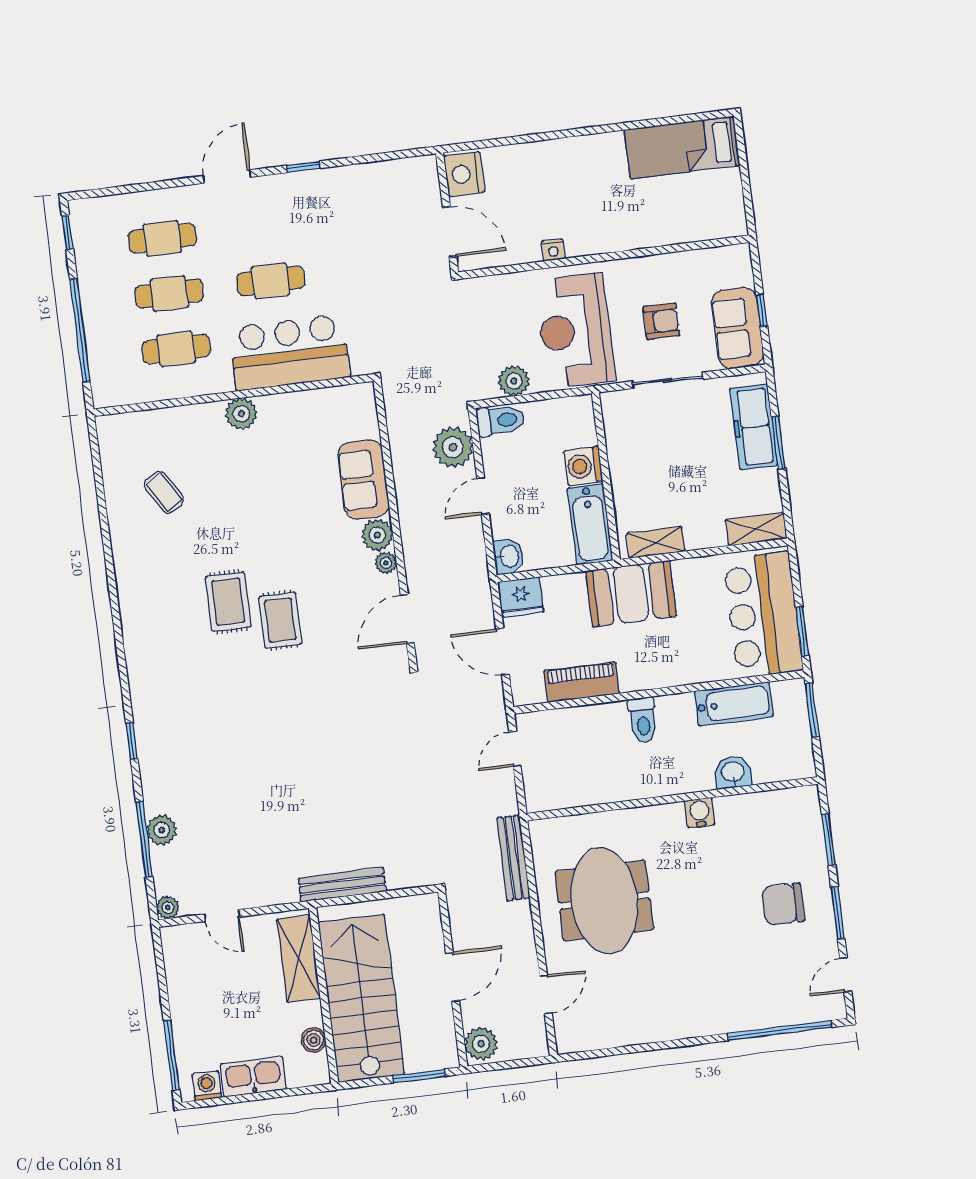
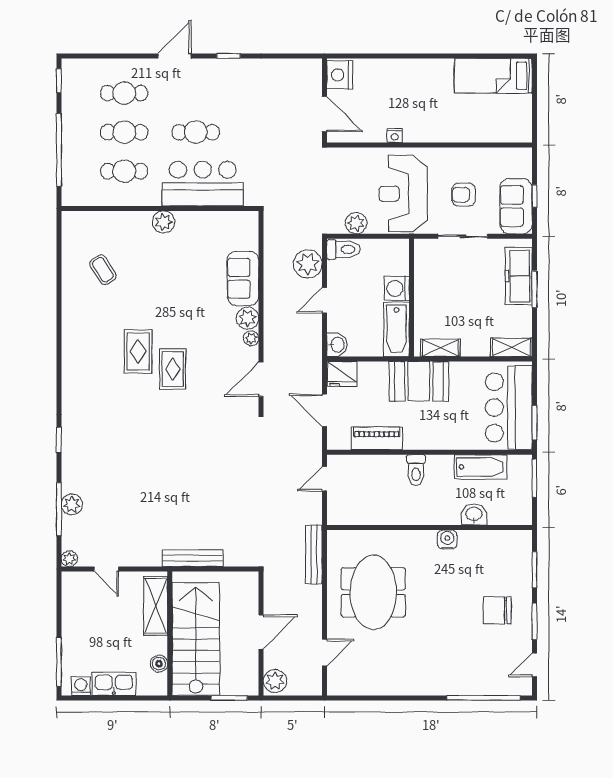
armchair: (661, 321) -> (464, 195), turned 180

